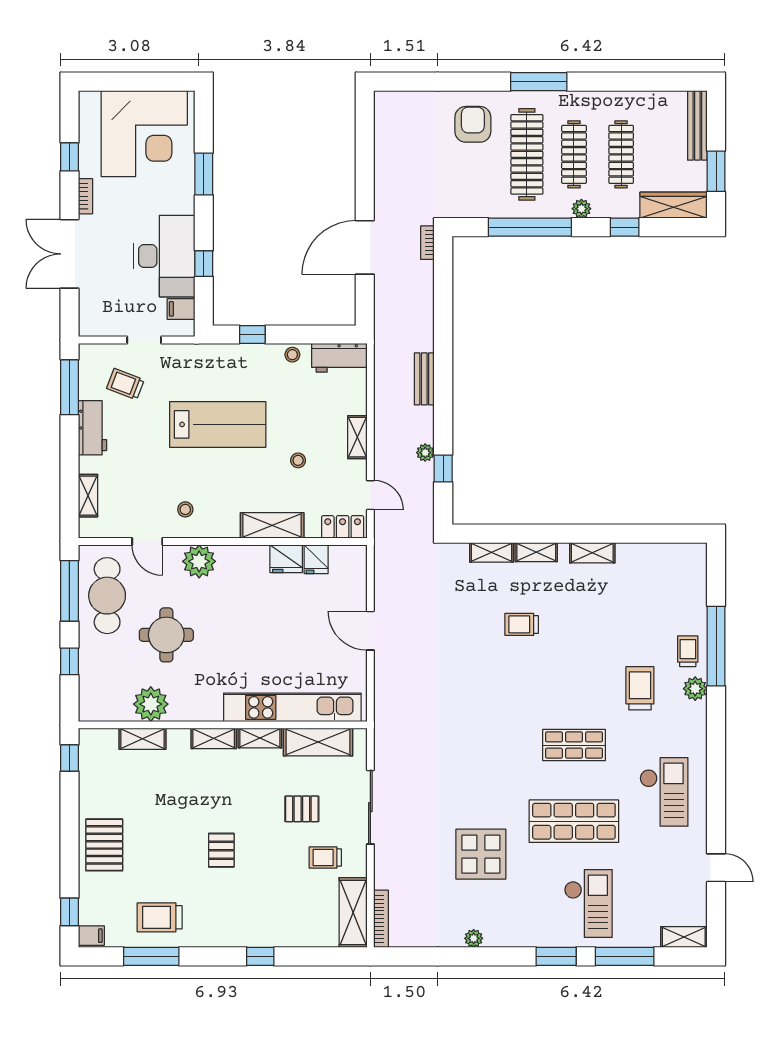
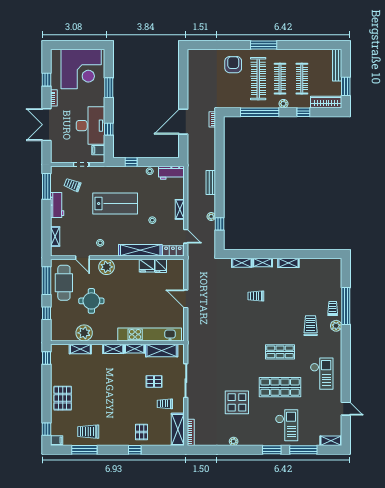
shelving: (272, 525) -> (140, 250), width x1.47
pallet: (221, 850) -> (142, 432), moved

